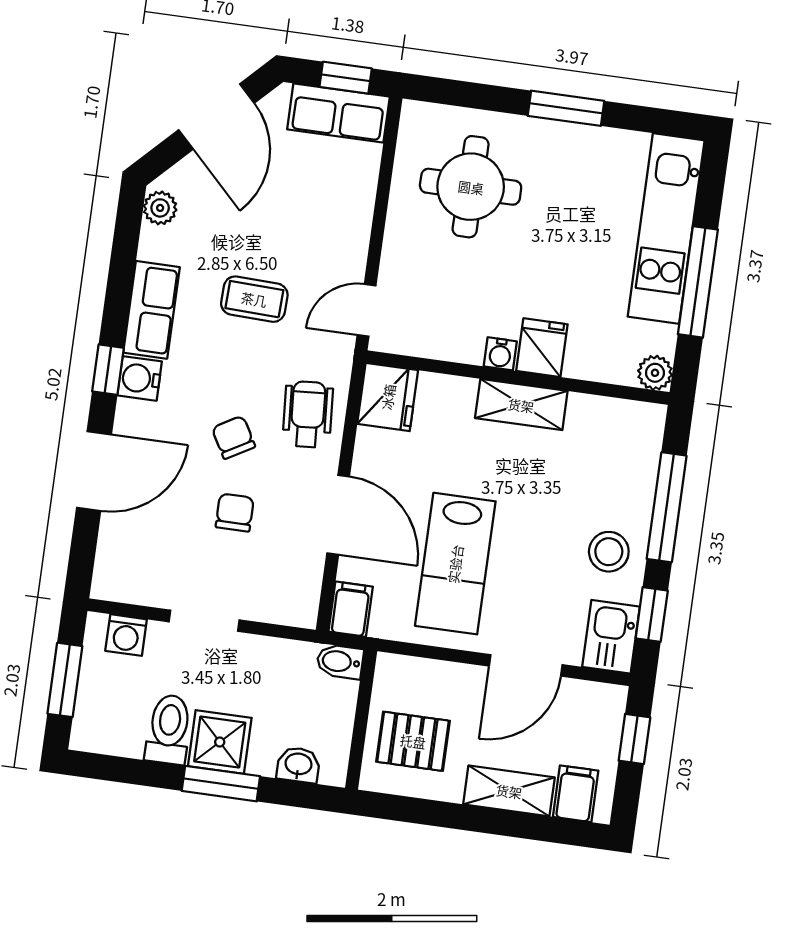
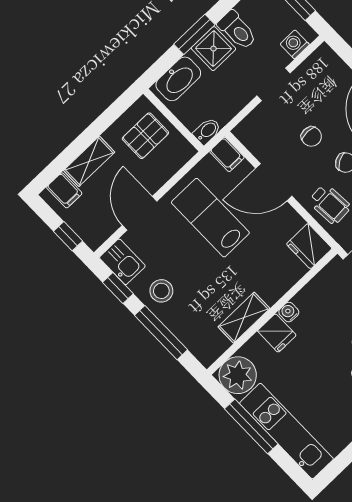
plant: (655, 373) -> (238, 375), width x1.88, depth x1.88
shelving: (521, 405) -> (244, 318), moved
washbasin: (298, 765) -> (178, 79), width x1.91, depth x1.45

